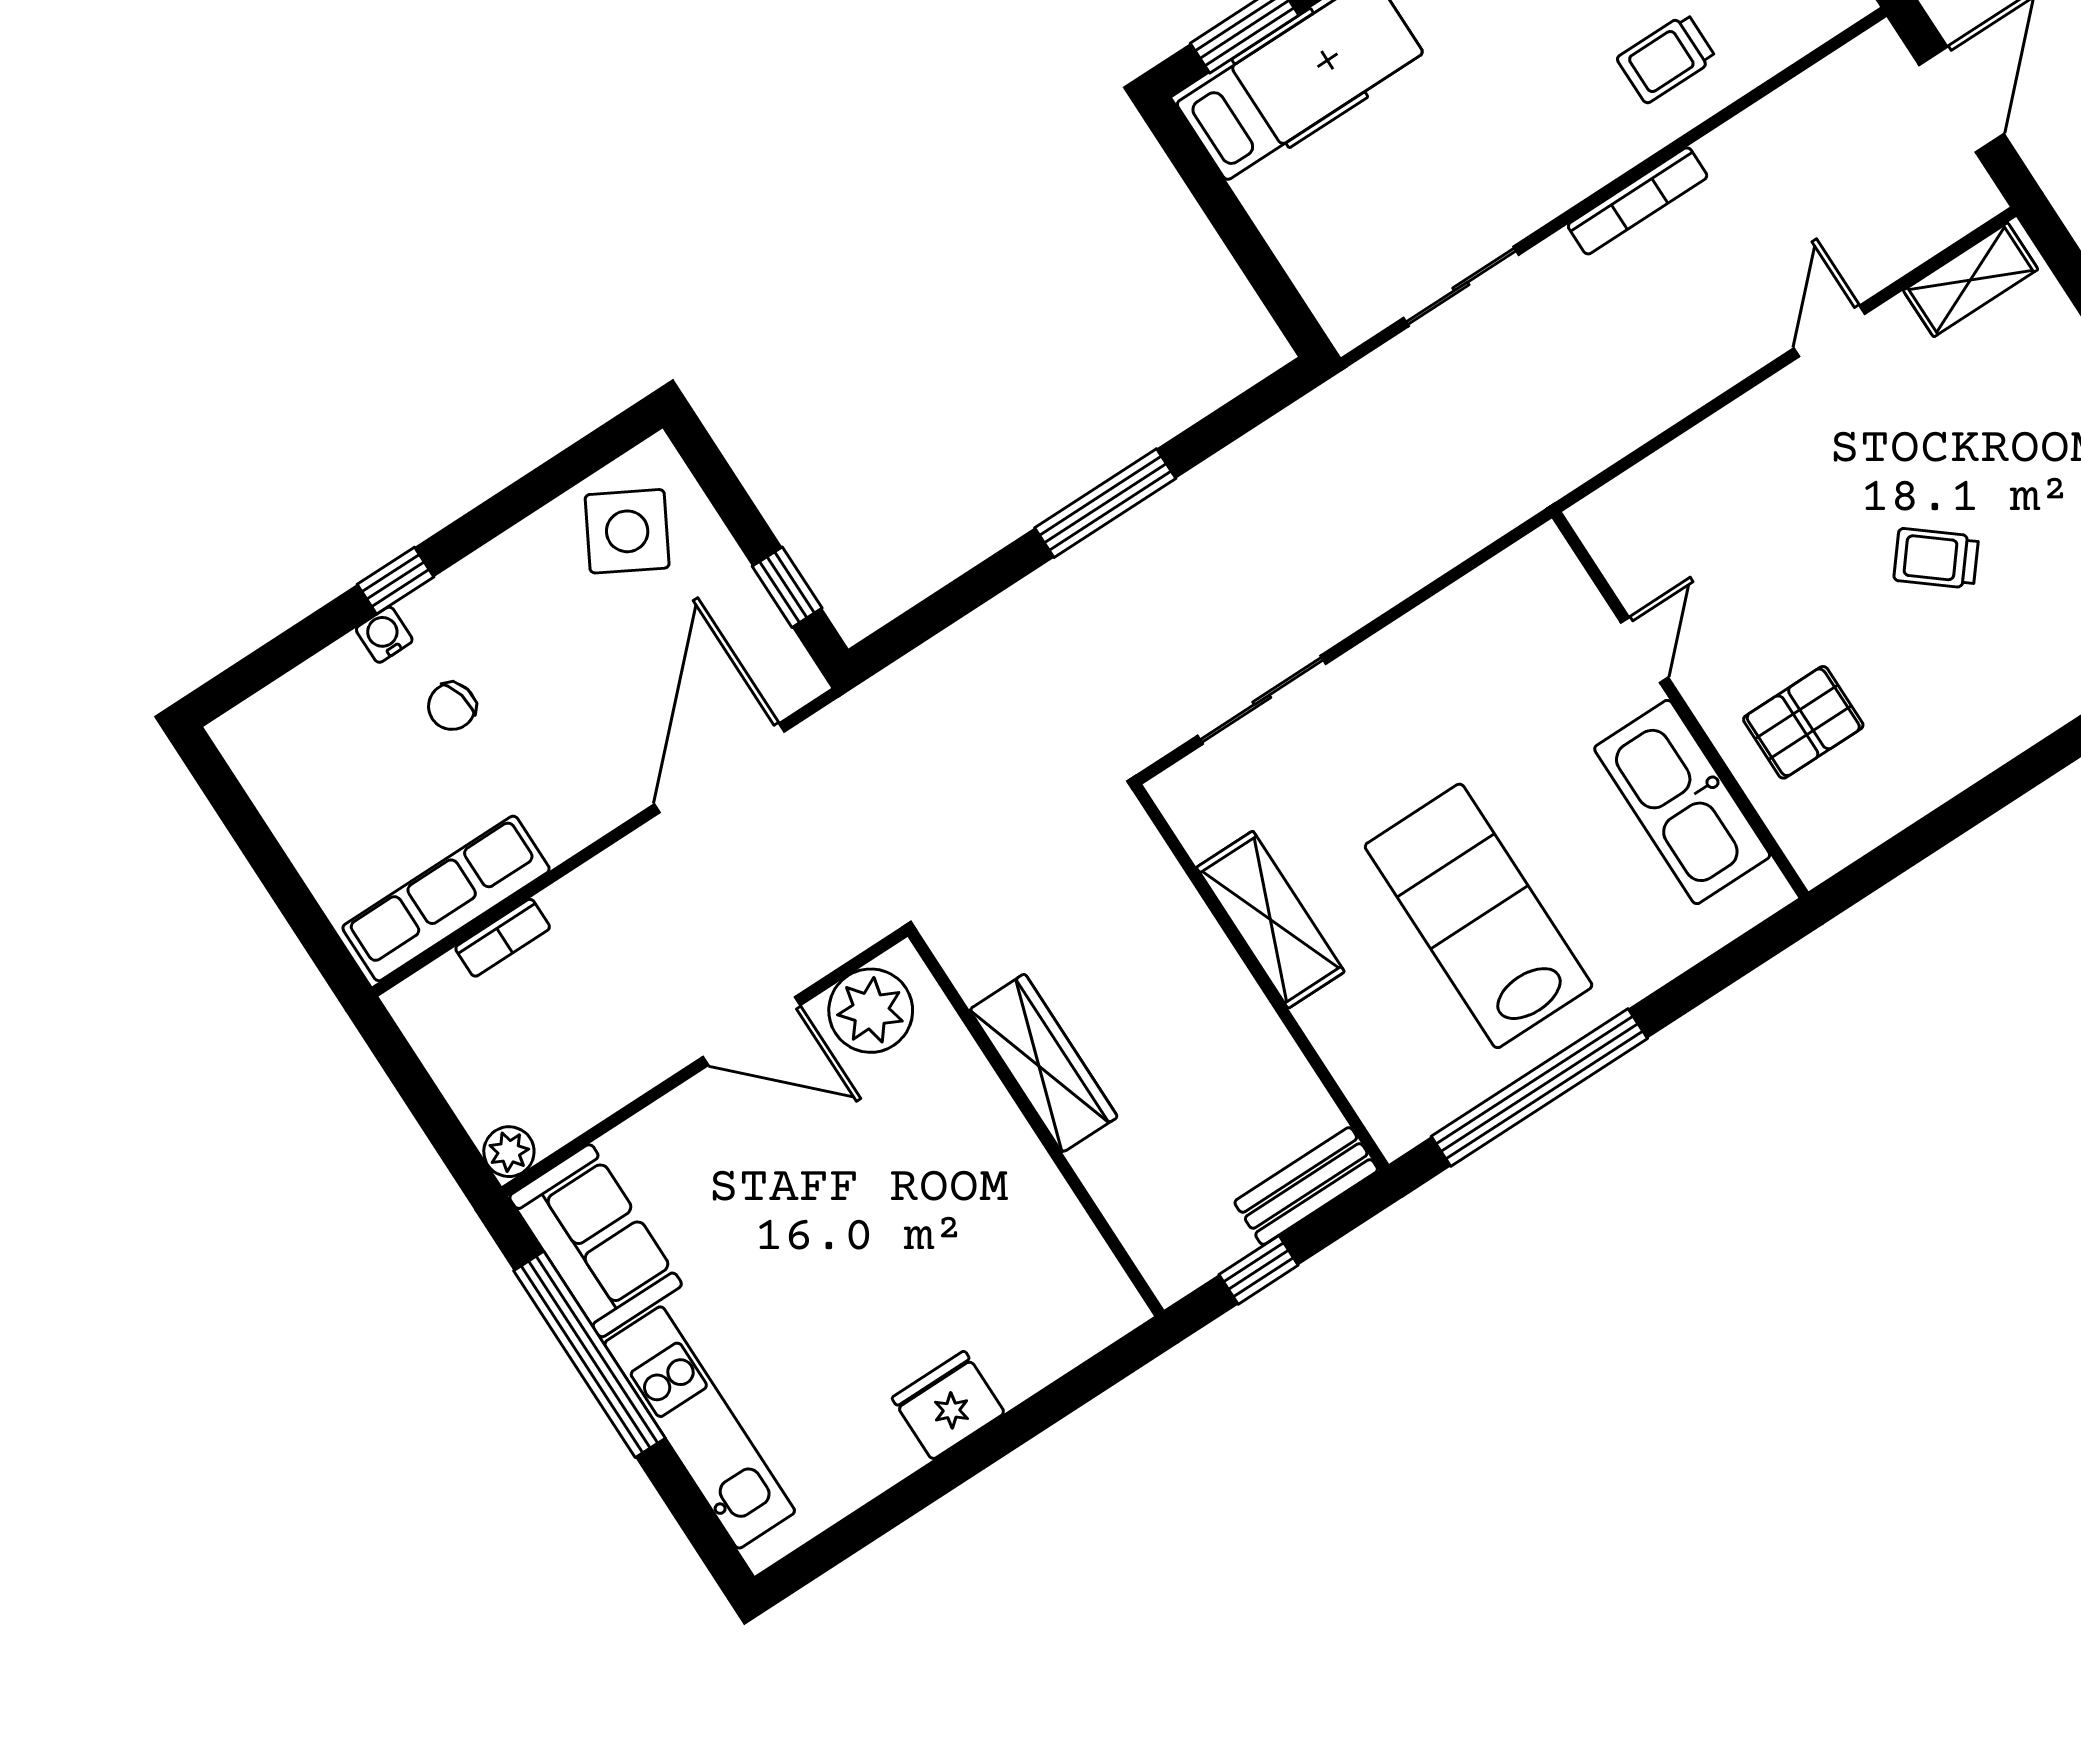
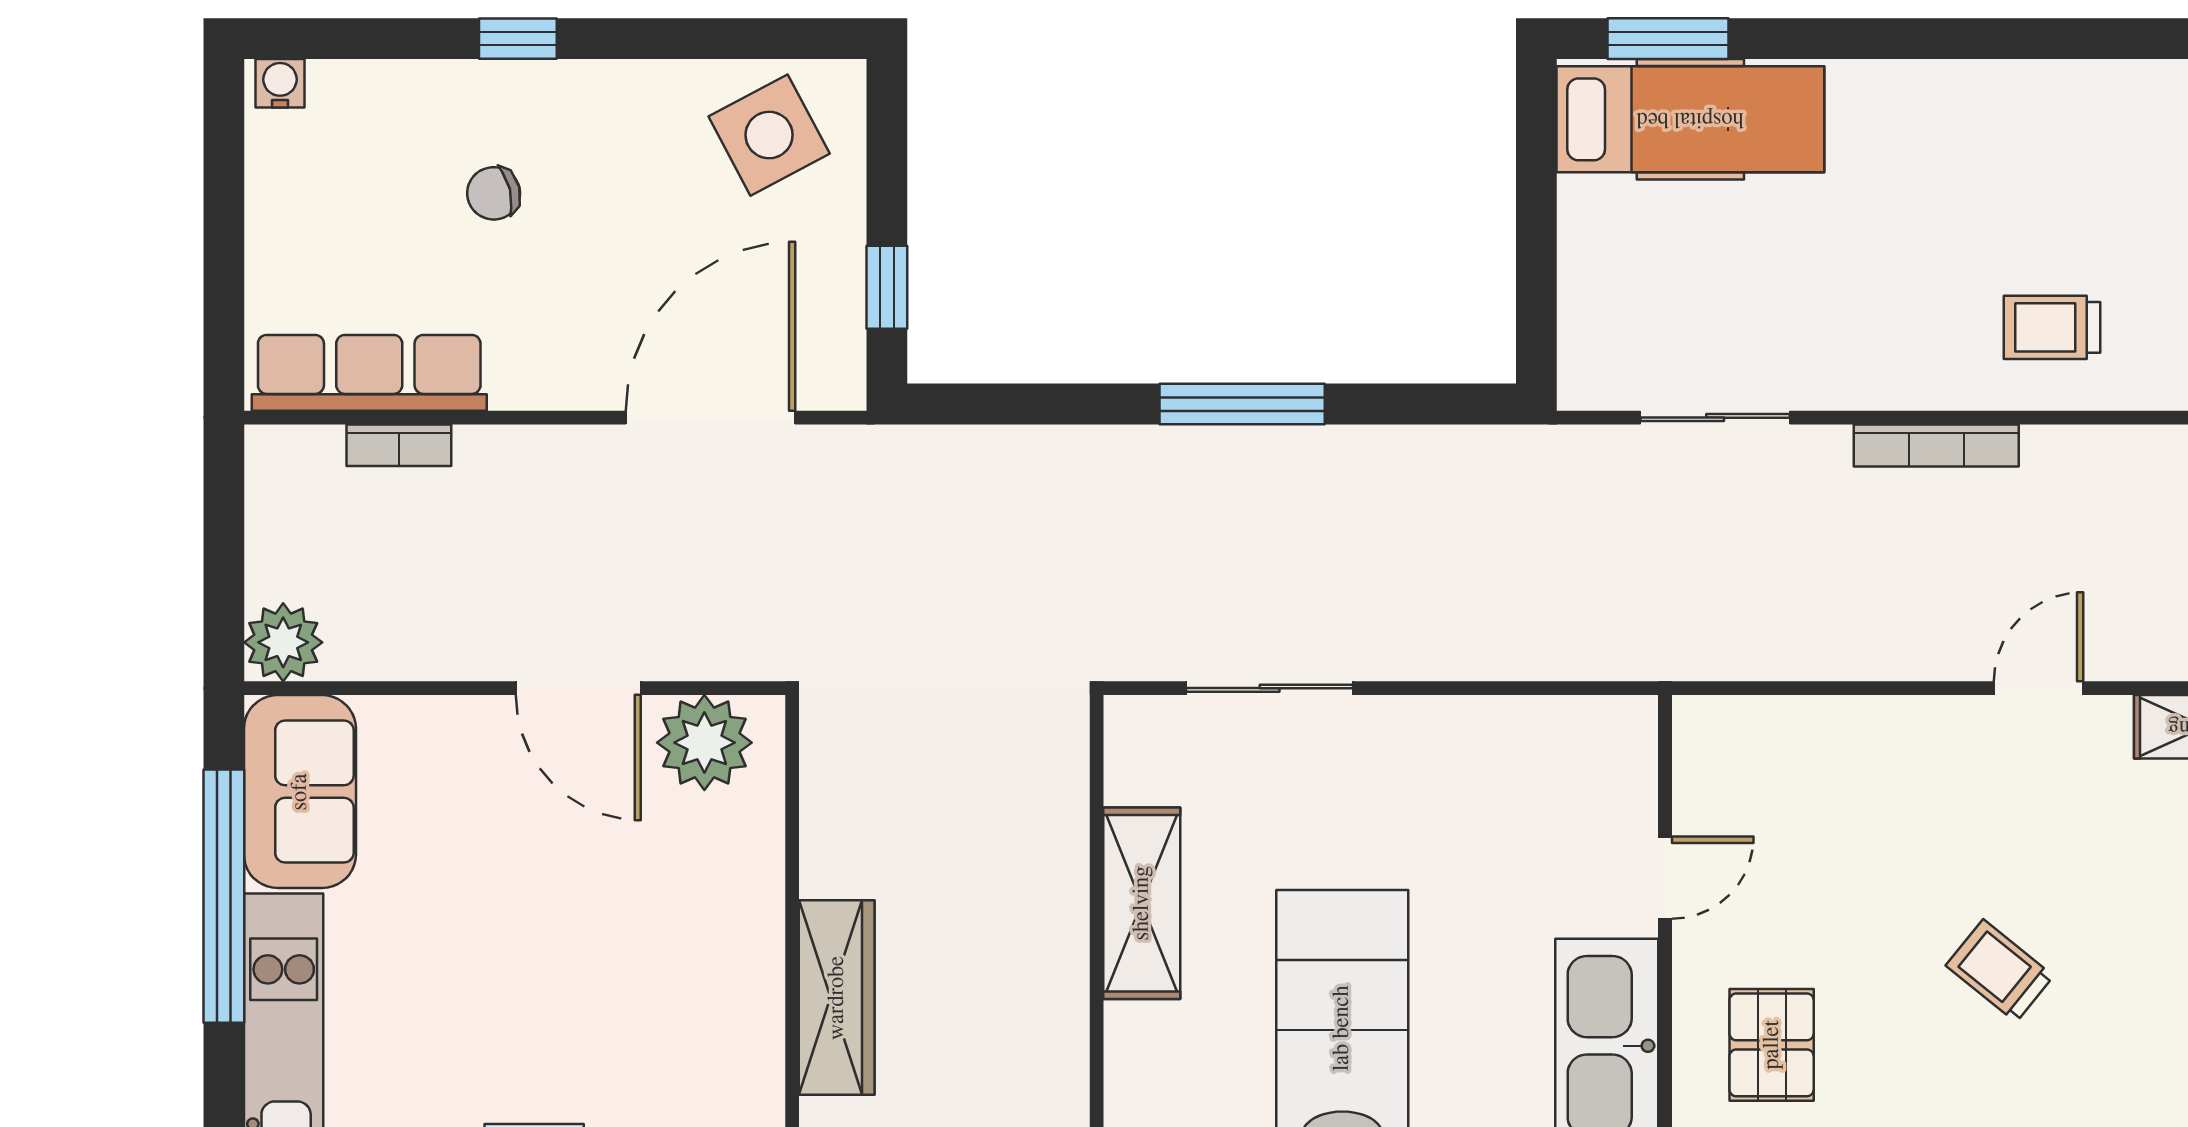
side table: (627, 531) -> (769, 135), turned 33
water cooler: (384, 635) -> (280, 83), moved
pallet: (1803, 722) -> (1772, 1045), turned 90
wardrobe: (1043, 1063) -> (837, 998), moved
plant: (509, 1152) -> (283, 642), width x1.38, depth x1.38

